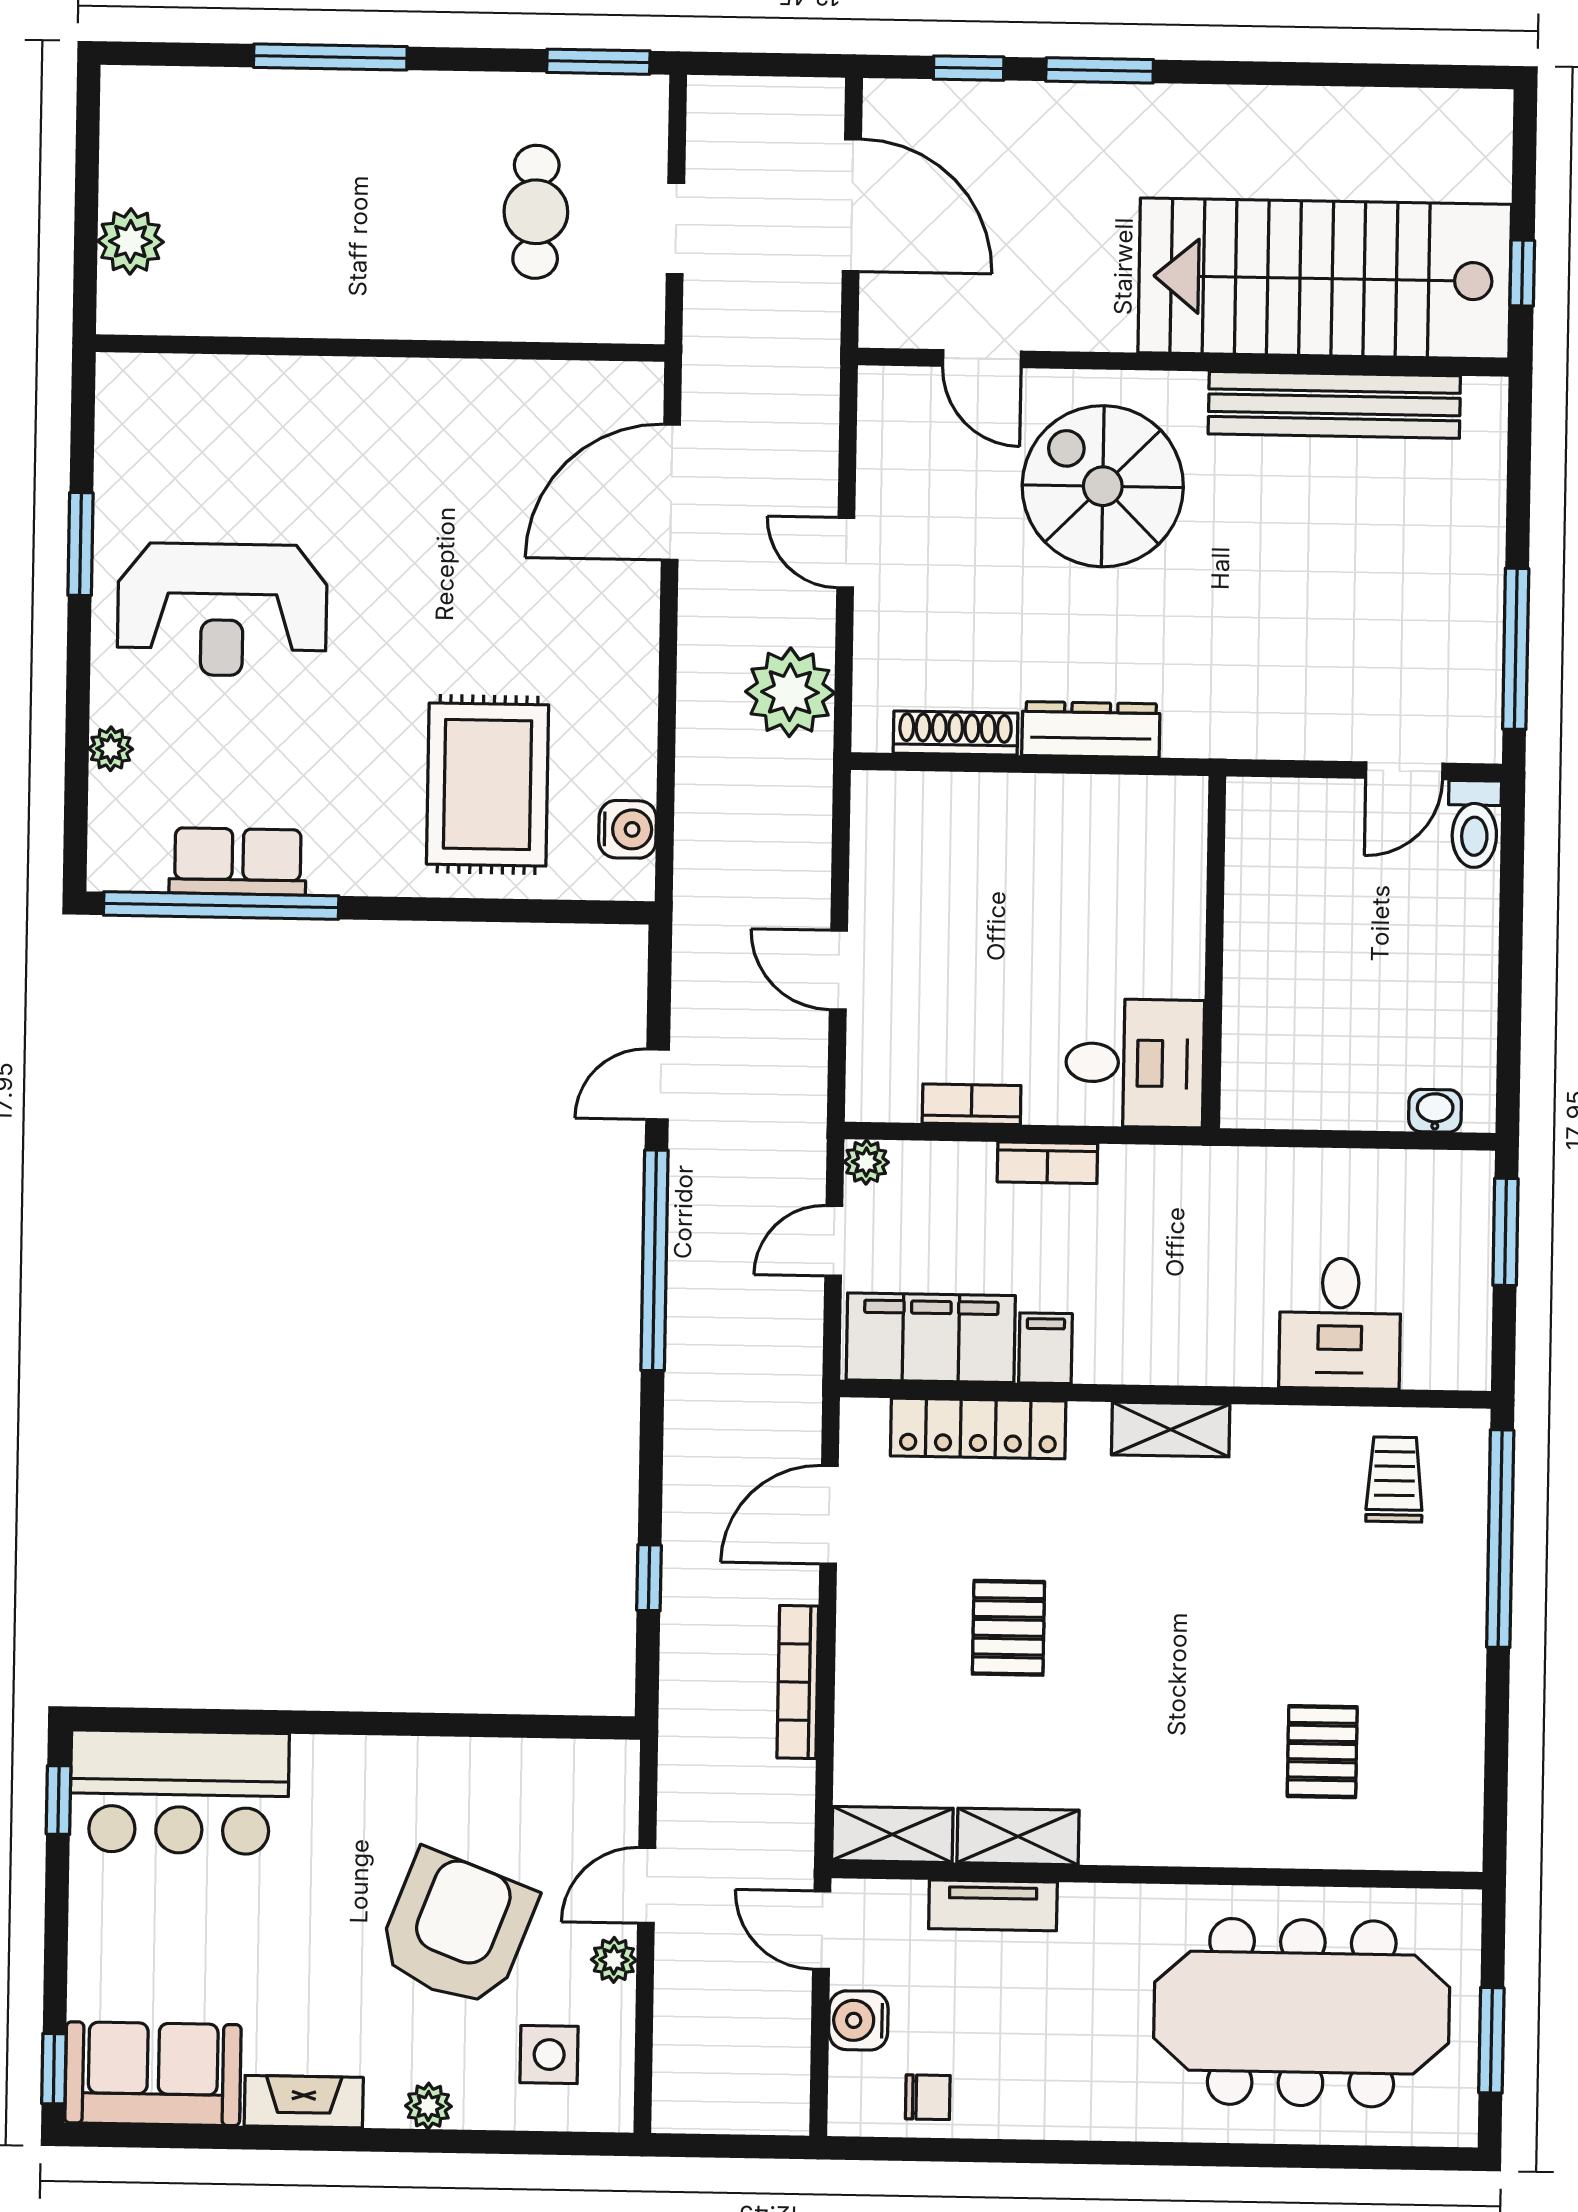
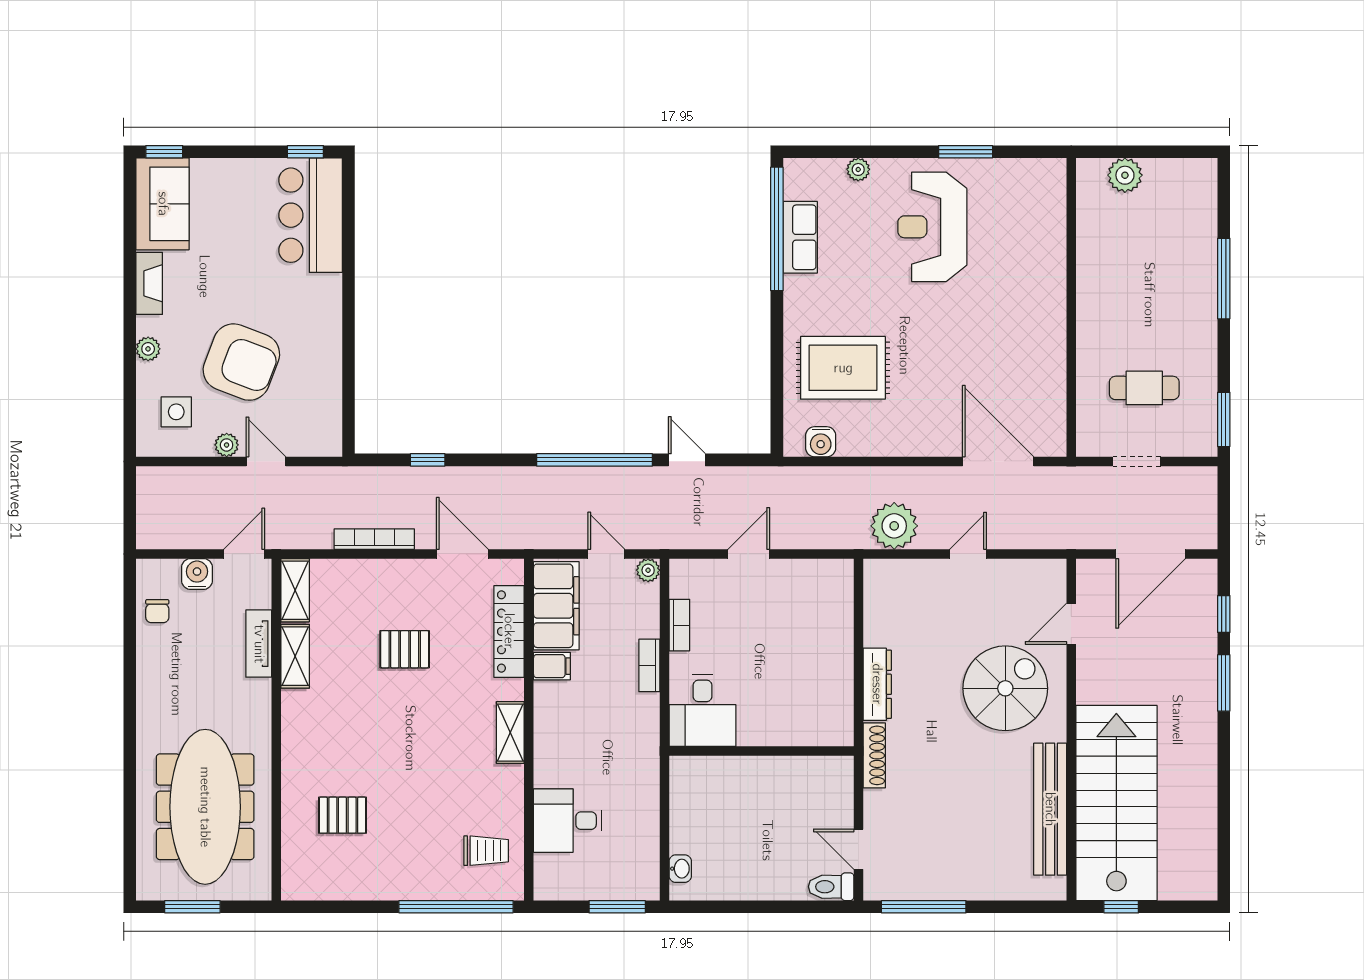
shoe rack: (956, 733) -> (874, 755), moved

